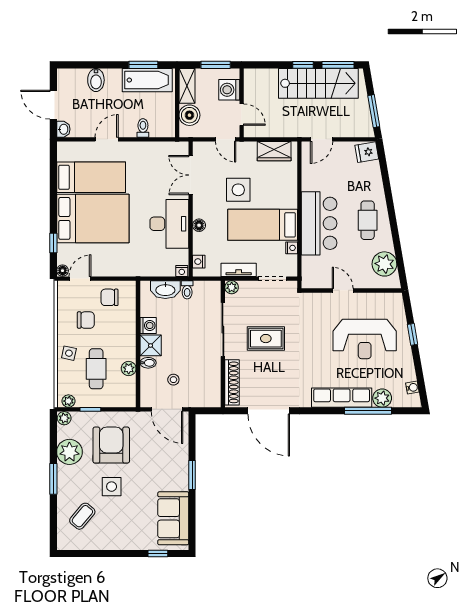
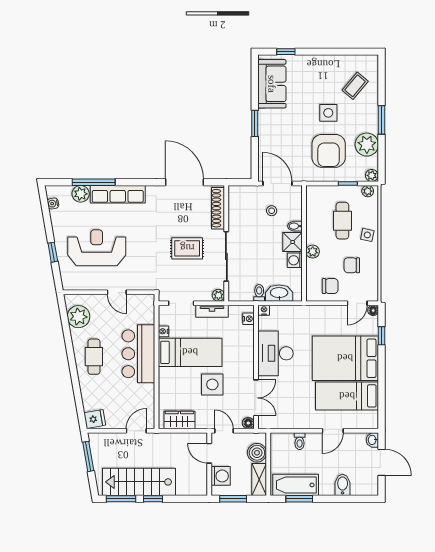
floor lamp: (199, 225) -> (248, 423), moved
plant: (129, 368) -> (313, 252), moved

